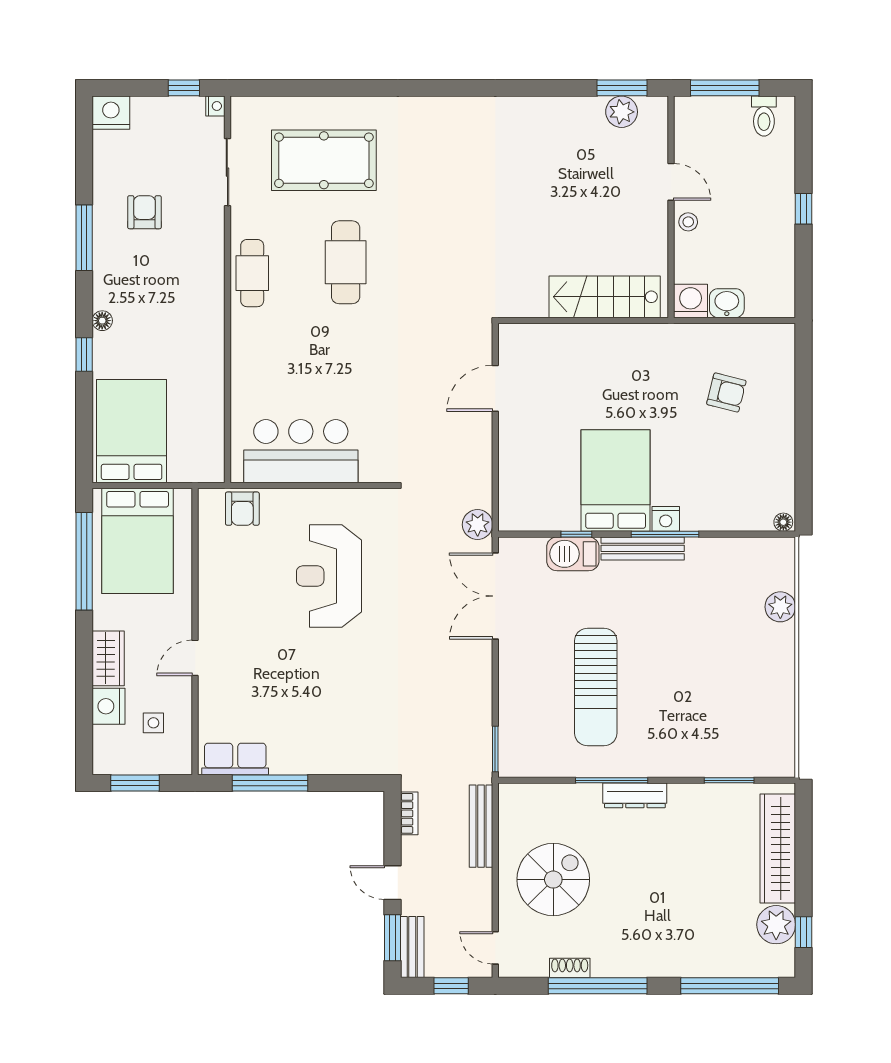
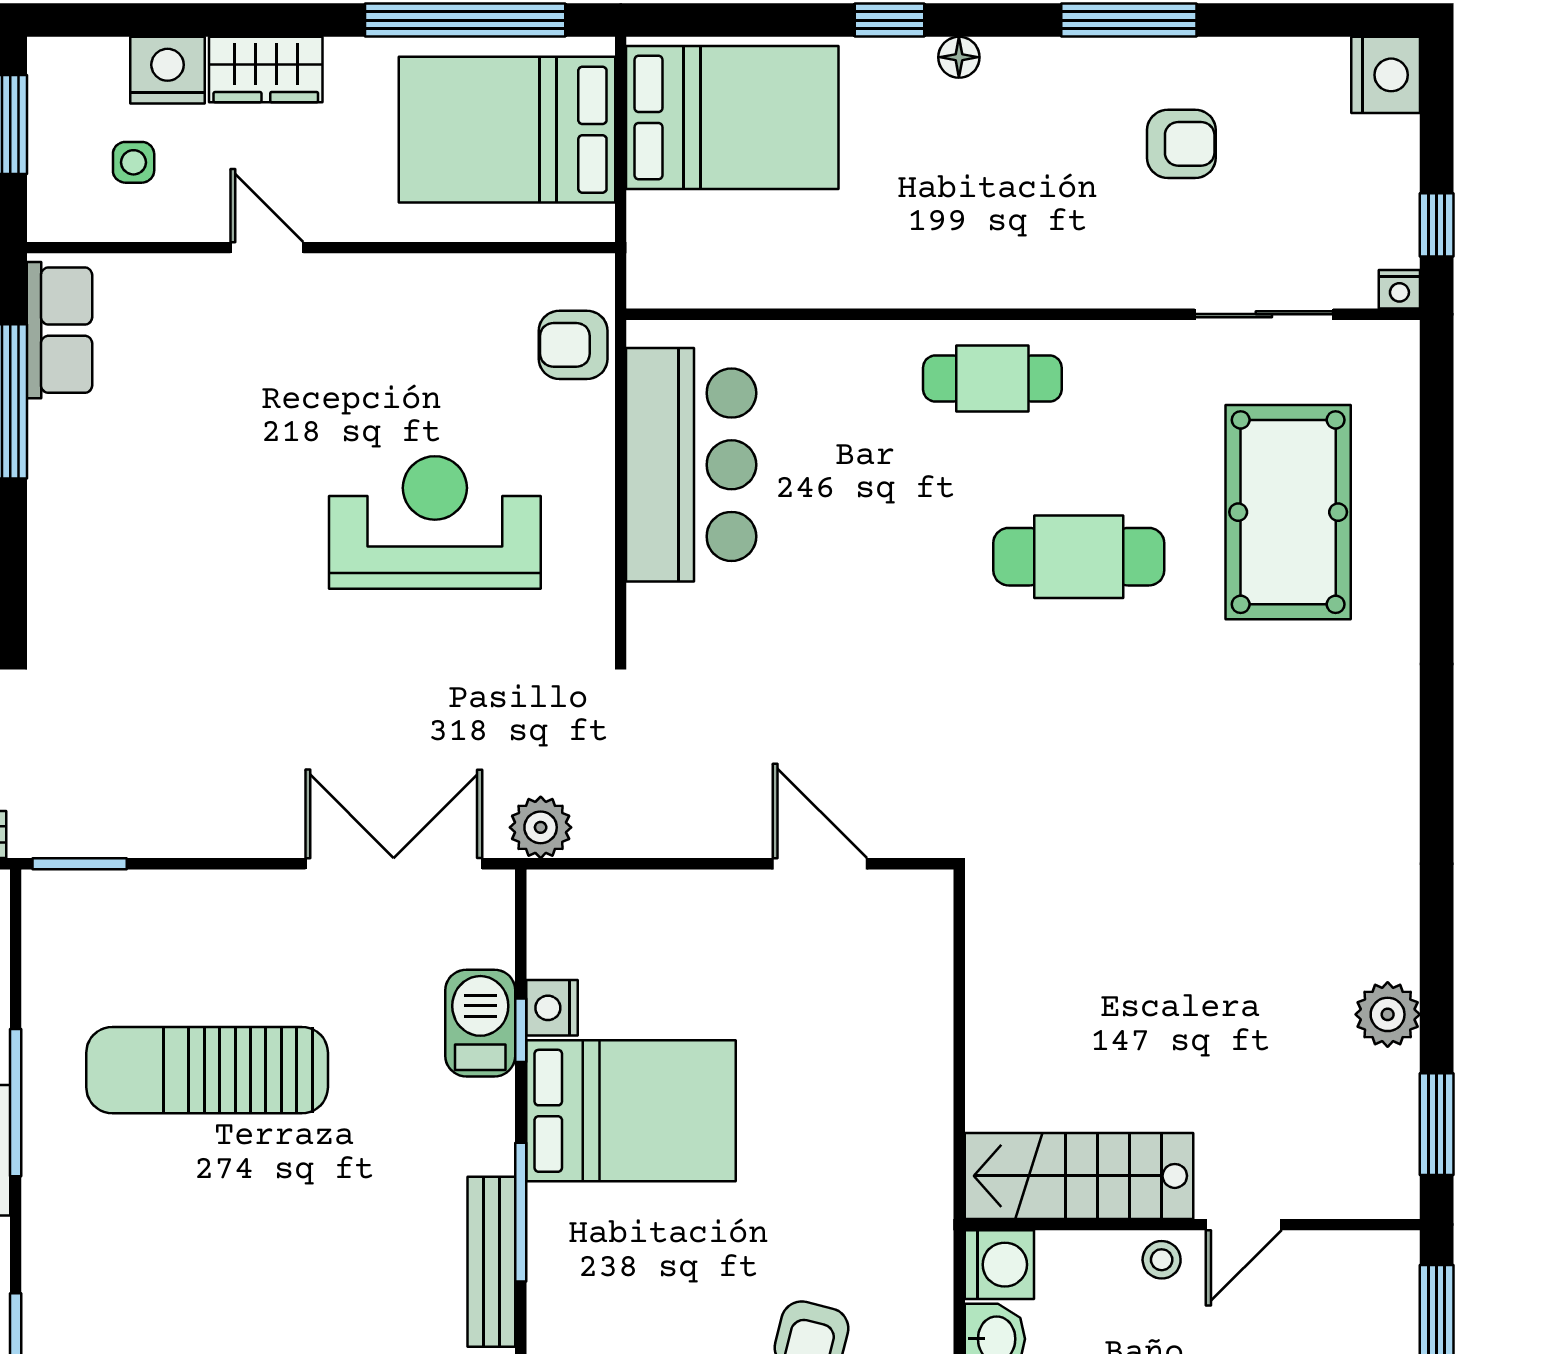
plant: (622, 112) -> (1388, 1014), moved
cafe table: (252, 273) -> (992, 379), moved
stairs: (605, 297) -> (1079, 1176), moved, turned -90
nightstand: (666, 519) -> (552, 1008), moved
bench: (643, 548) -> (491, 1262), moved

